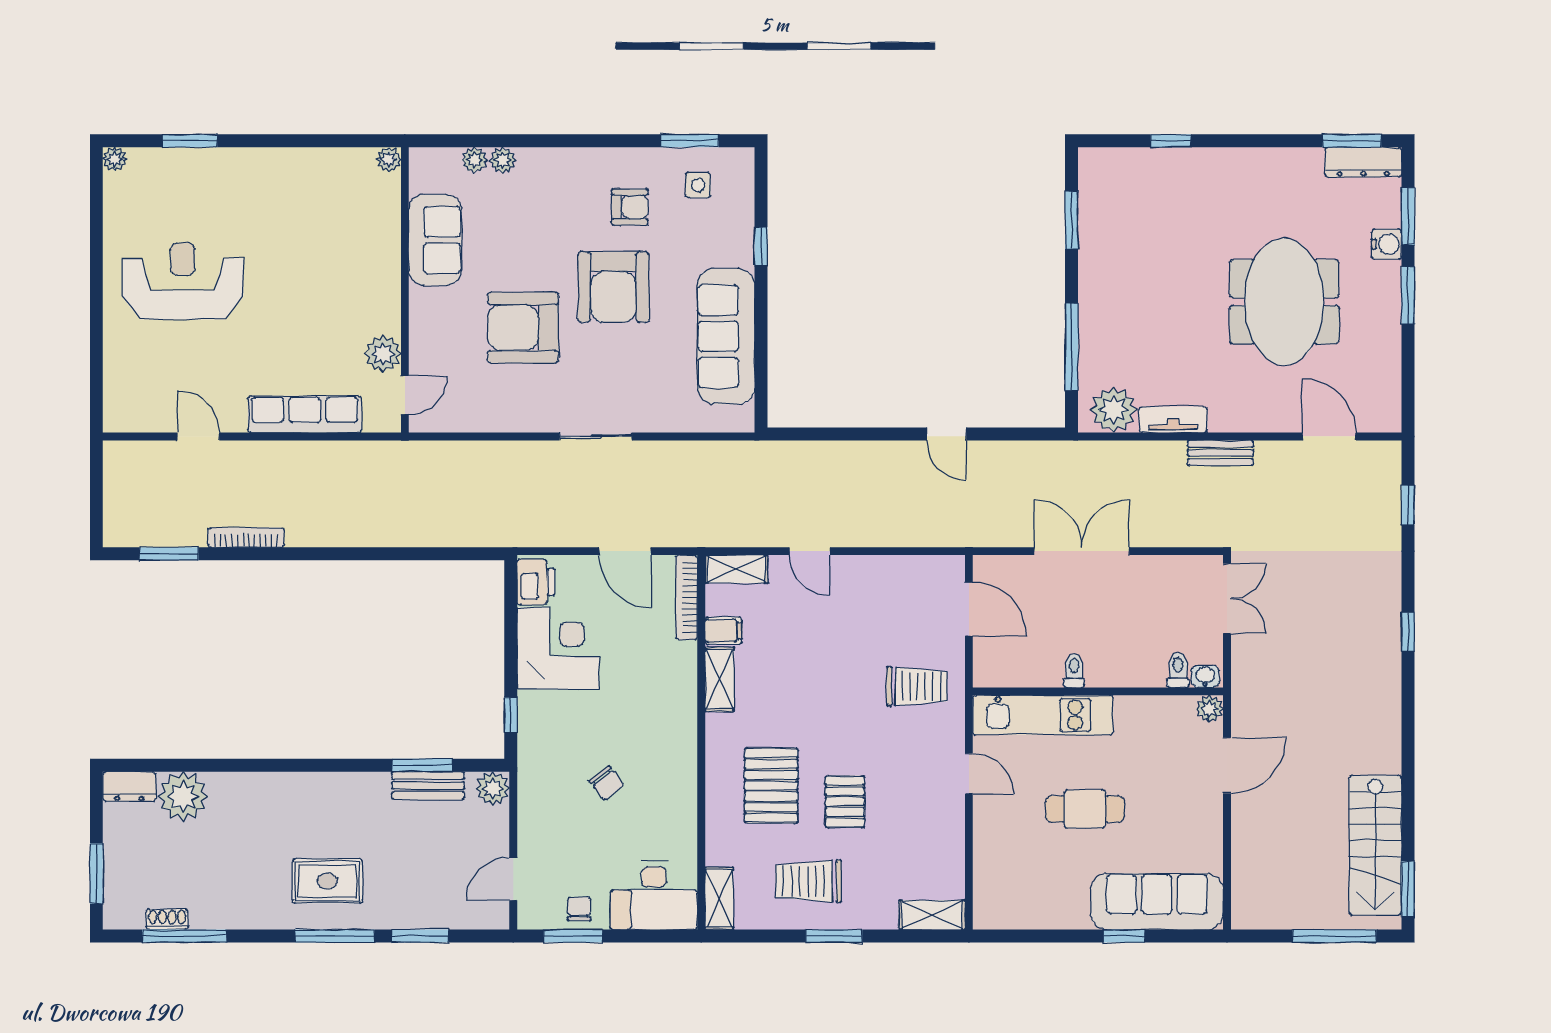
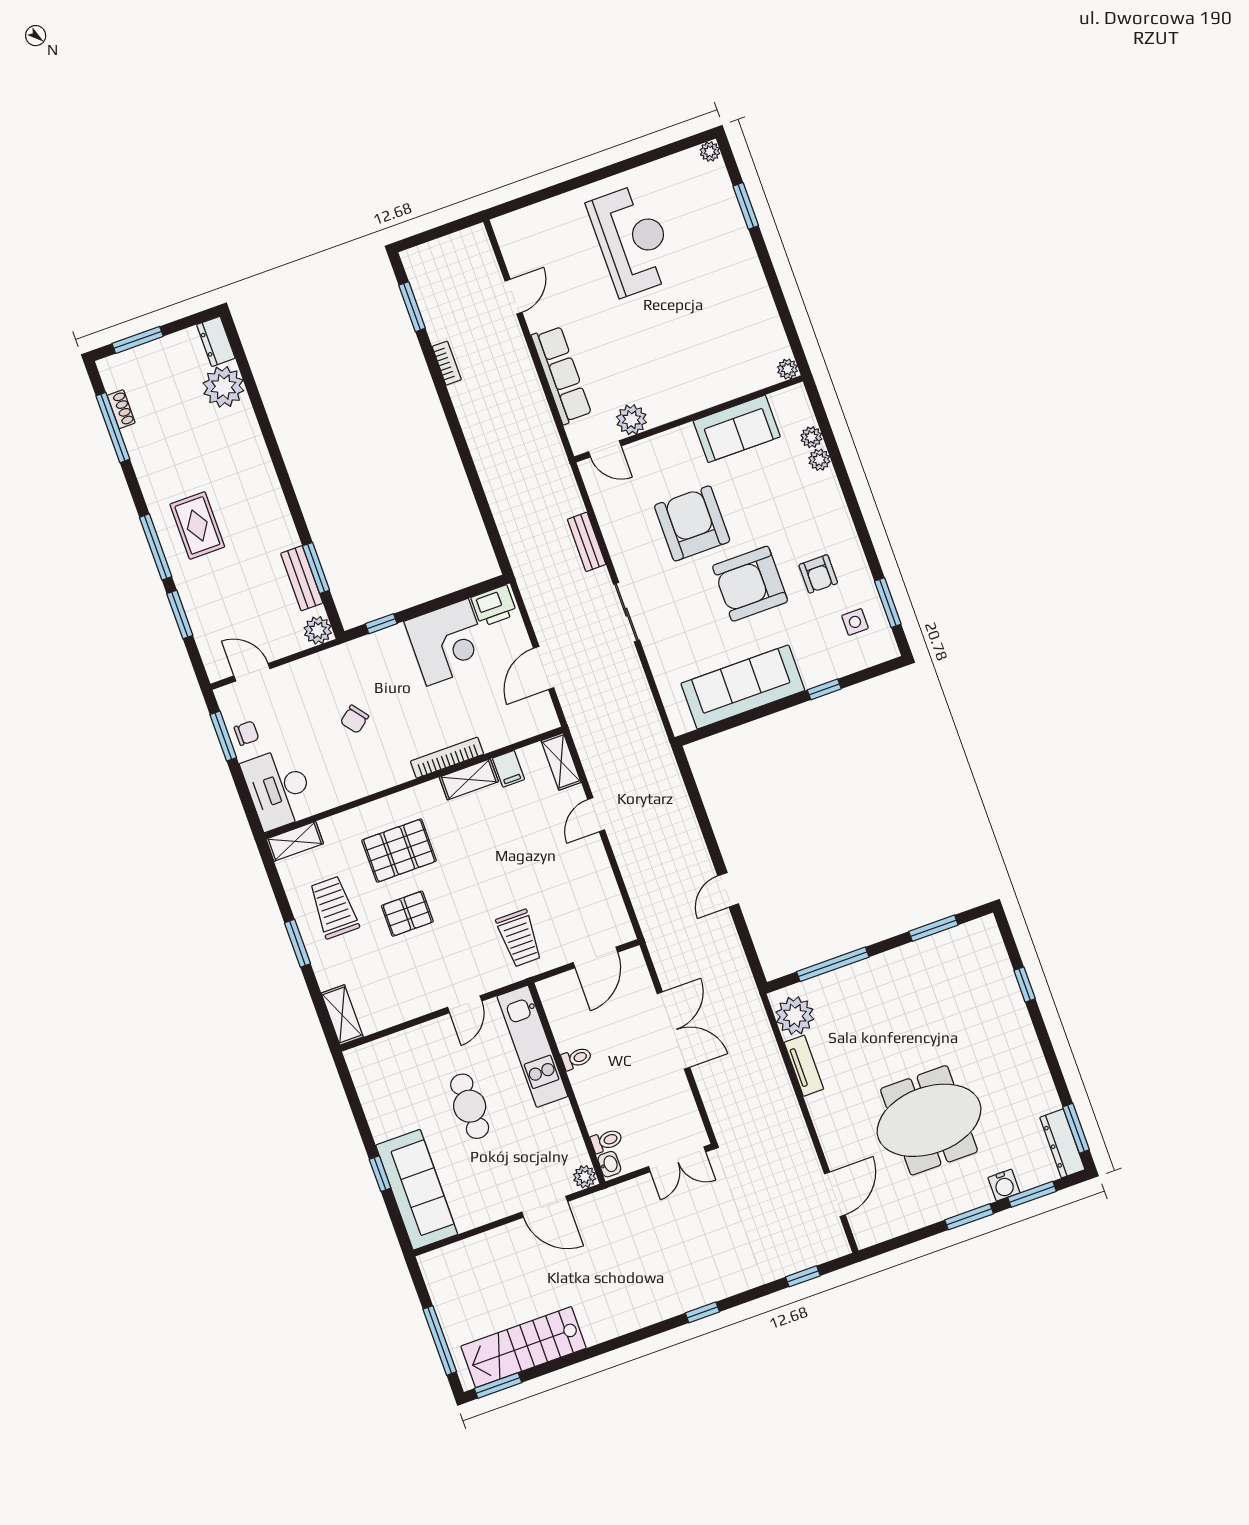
bench: (1220, 453) -> (587, 542), moved
bookcase: (246, 538) -> (447, 363), width x0.64
bookcase: (687, 597) -> (447, 758), moved

